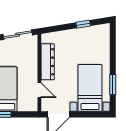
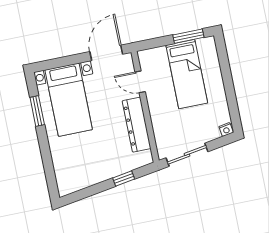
window: (83, 24) -> (124, 178), moved

